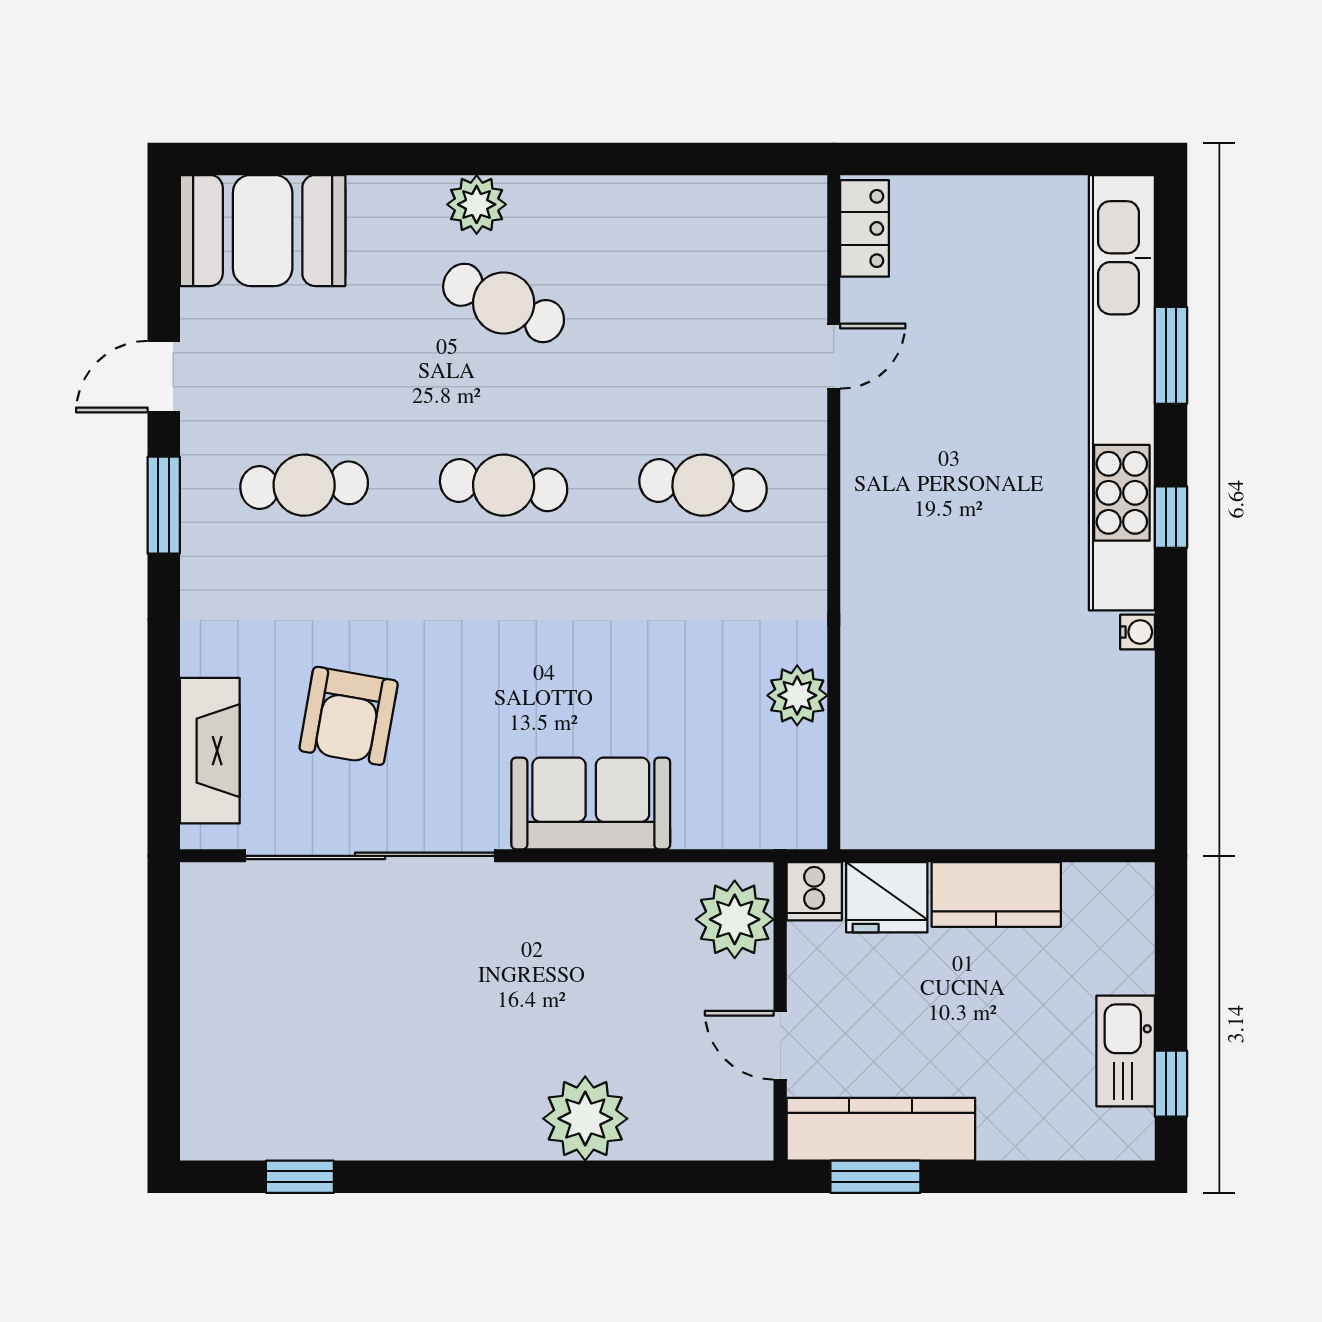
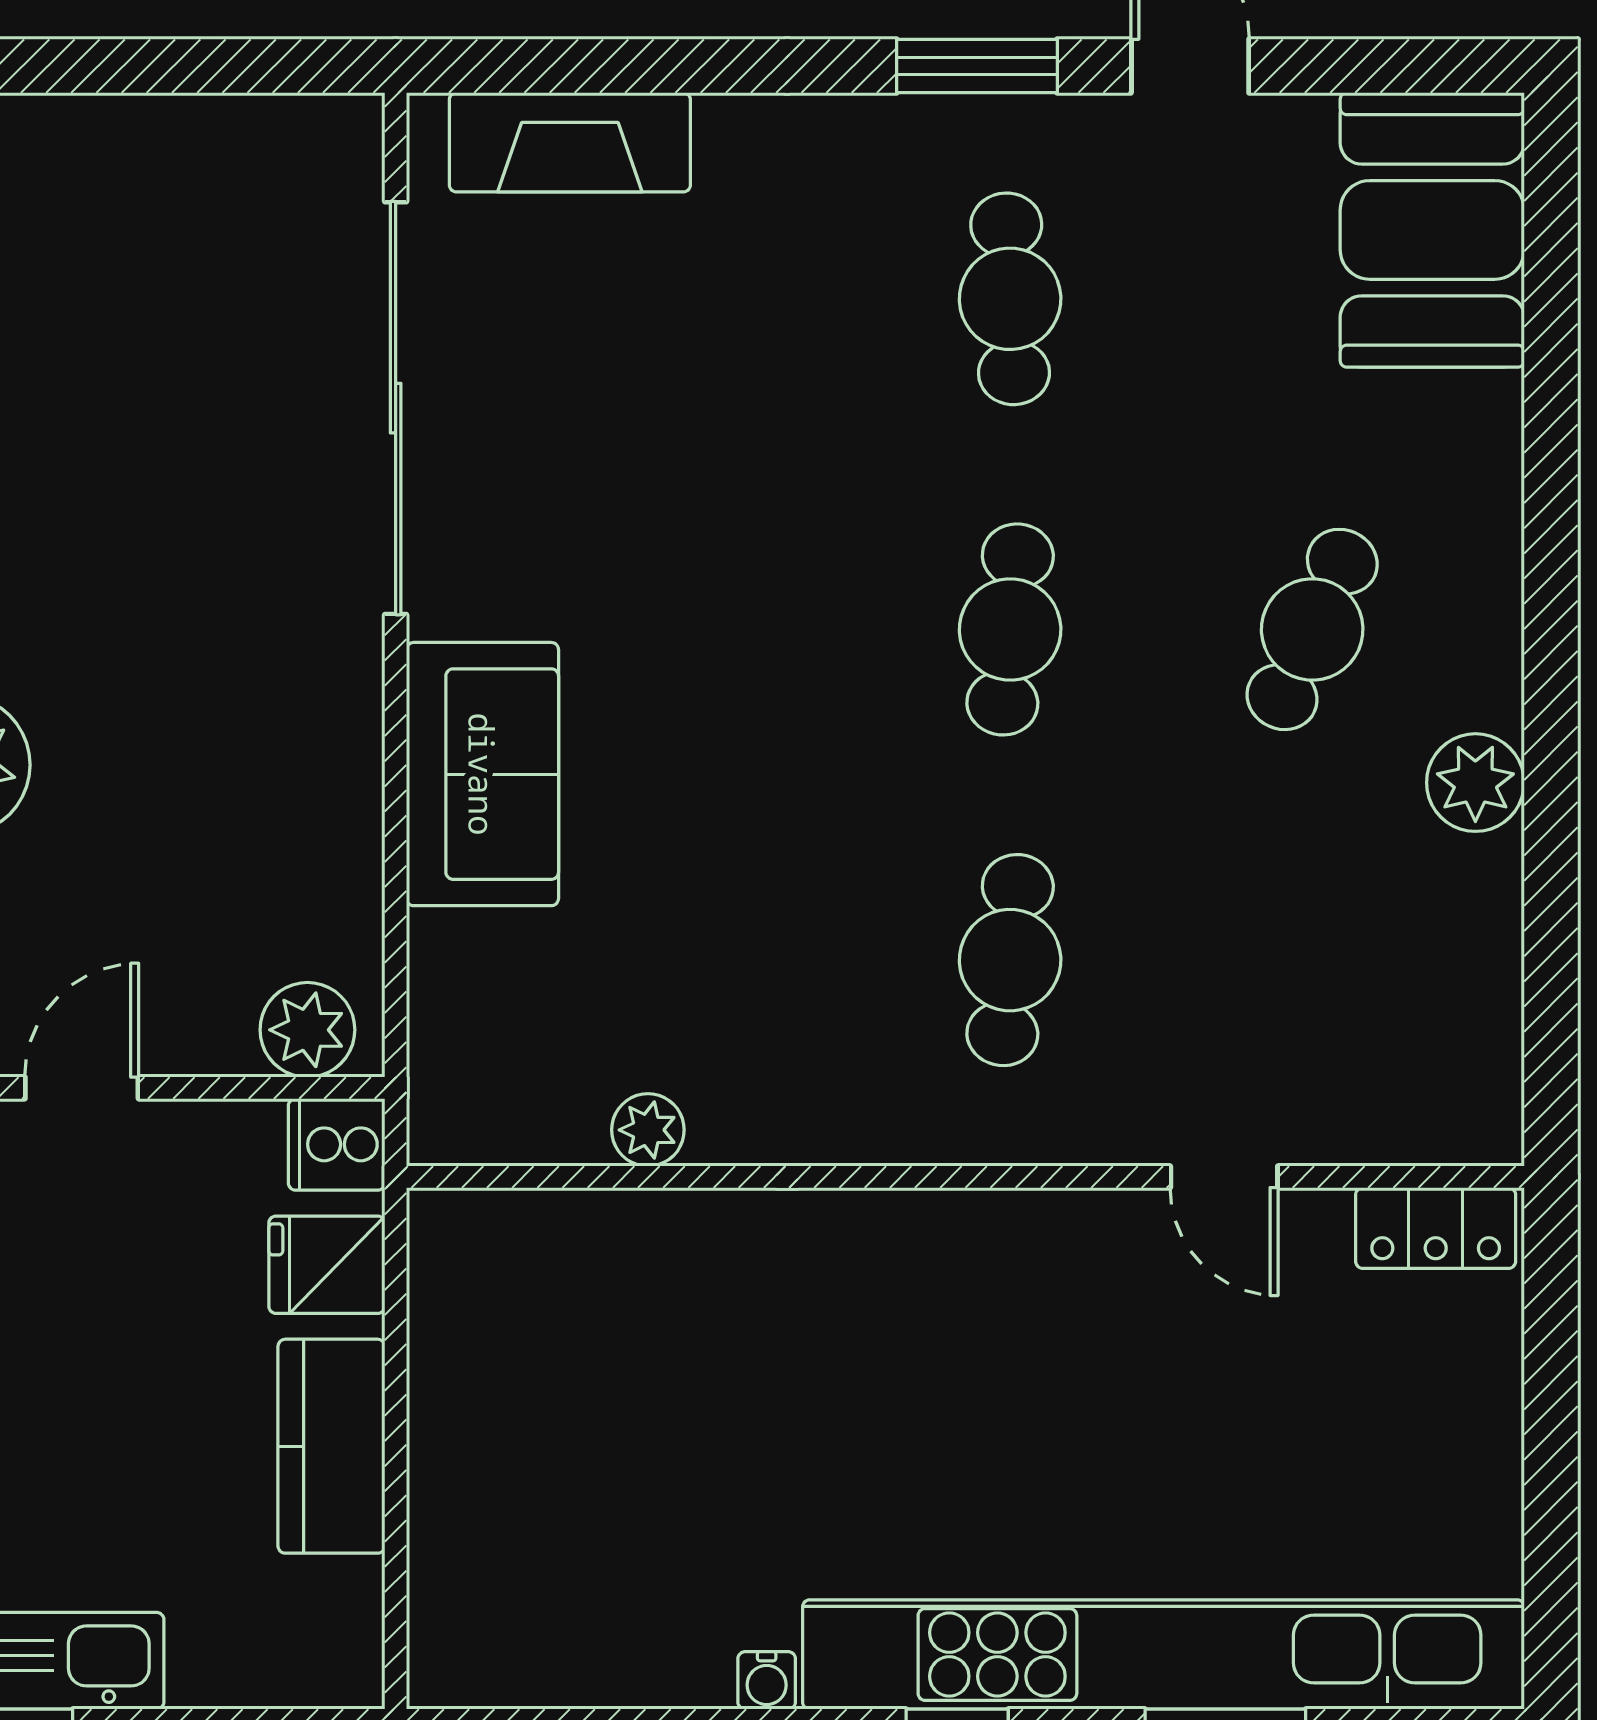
plant: (477, 204) -> (1475, 783), moved
plant: (797, 695) -> (648, 1130), width x0.73, depth x0.73
armchair: (349, 716) -> (628, 372), removed
fridge: (887, 897) -> (327, 1265), width x0.72
plant: (735, 919) -> (307, 1030), width x0.73, depth x0.73

